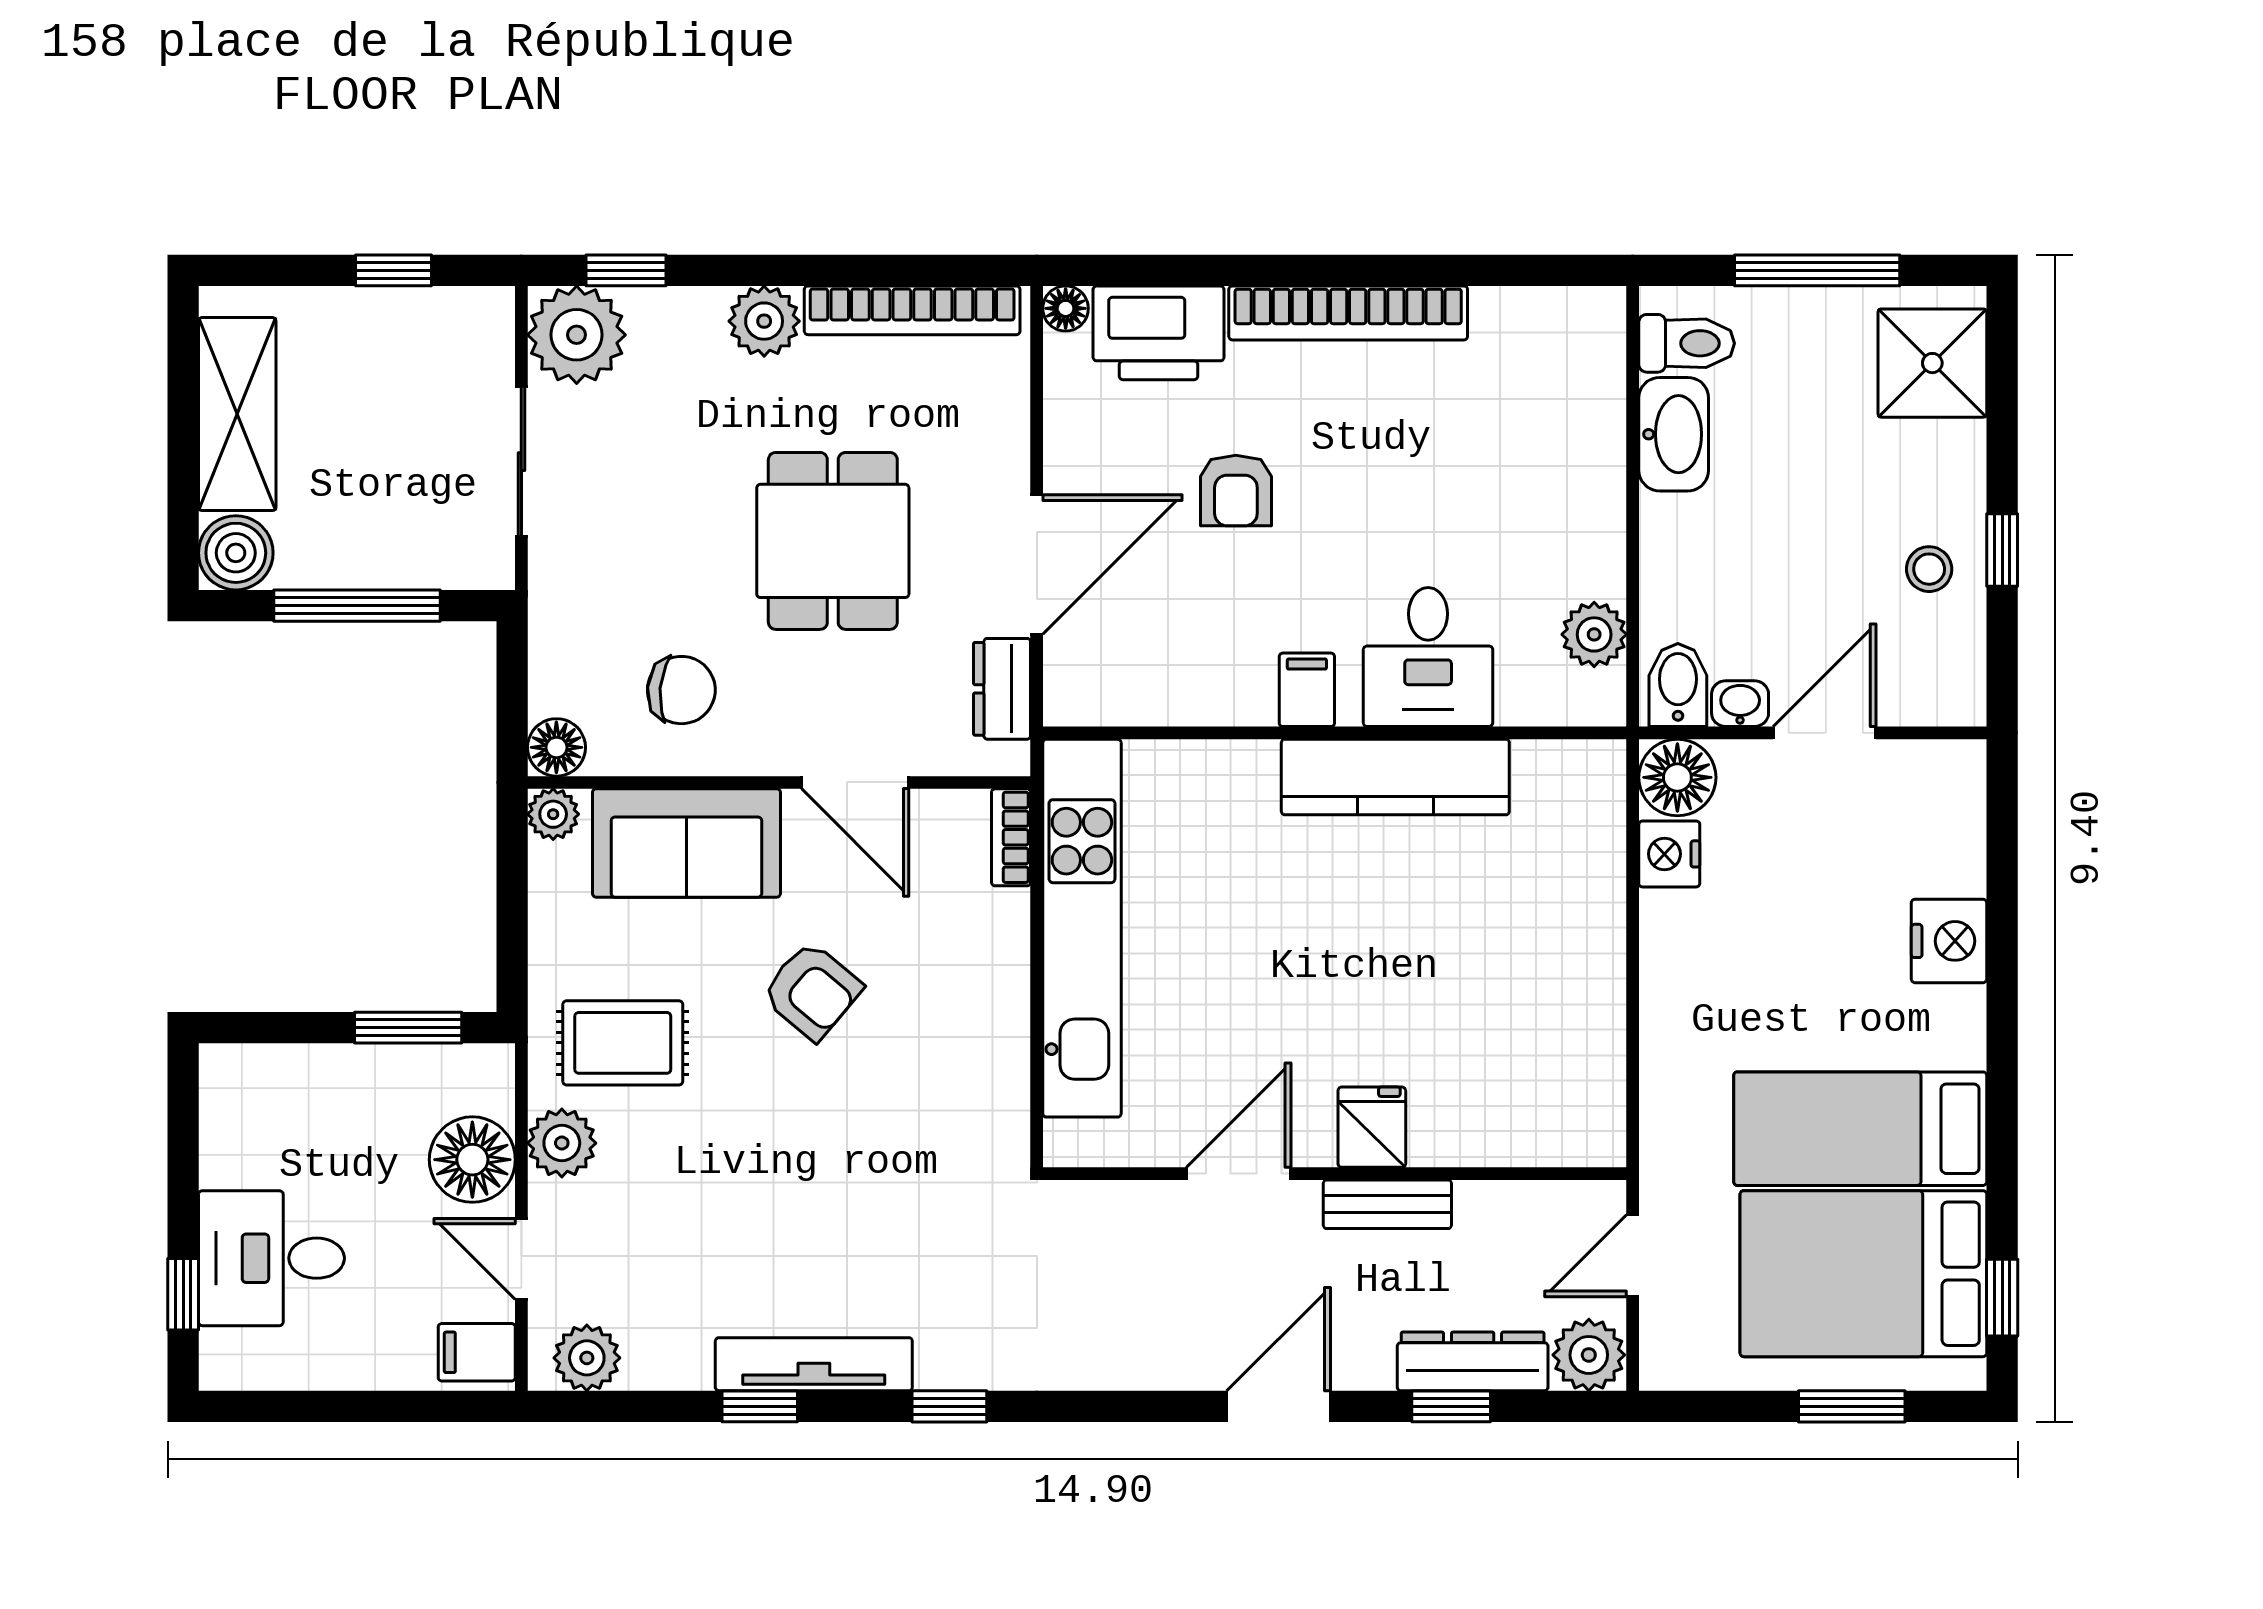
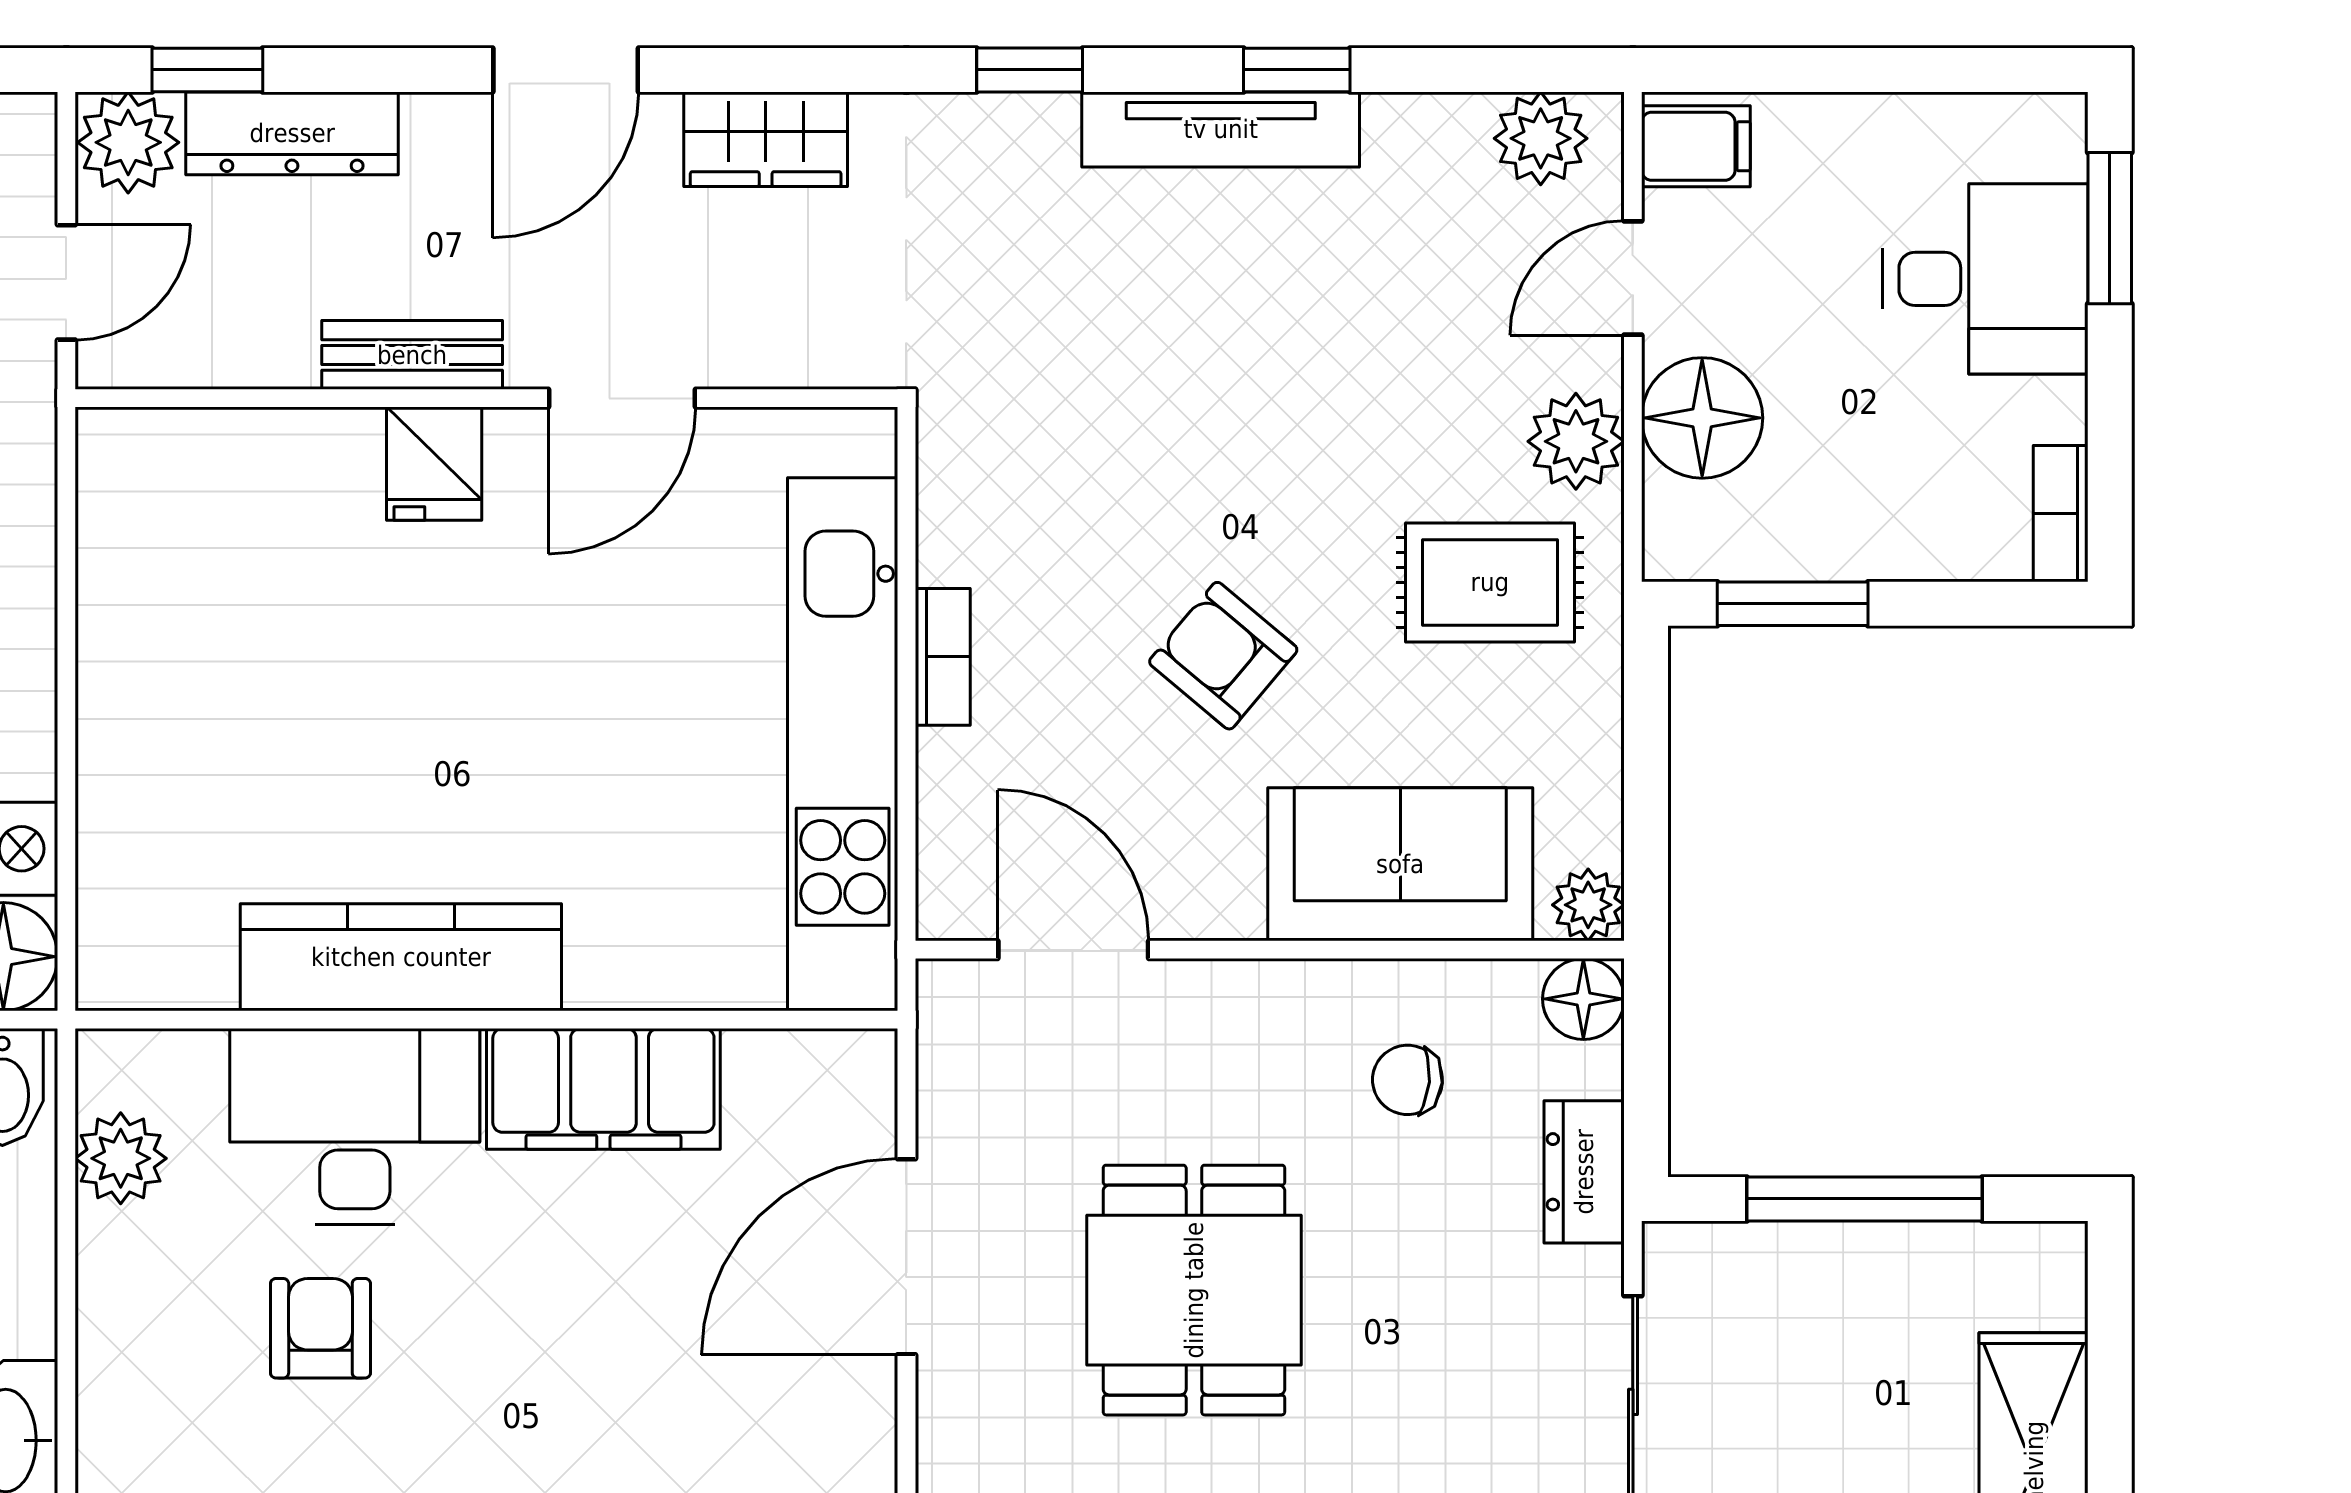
armchair: (1236, 491) -> (320, 1328), moved
boiler: (236, 553) -> (2036, 1273), removed
desk: (1428, 657) -> (355, 1126), width x1.37
dresser: (1002, 689) -> (1584, 1172), moved, turned 180
chair: (681, 690) -> (1407, 1080), width x0.73, depth x0.73
filing cabinet: (1307, 690) -> (603, 1089), width x3.00, depth x1.17
door: (855, 782) -> (1073, 950), moved
bookcase: (1011, 837) -> (943, 657), moved
bookcase: (218, 1092) -> (2061, 514), added
door: (521, 1259) -> (1633, 278), swing flipped
window: (183, 1294) -> (2110, 228), width x1.50
wardrobe: (1137, 1357) -> (766, 139), added
window: (1451, 1406) -> (207, 70), moved

